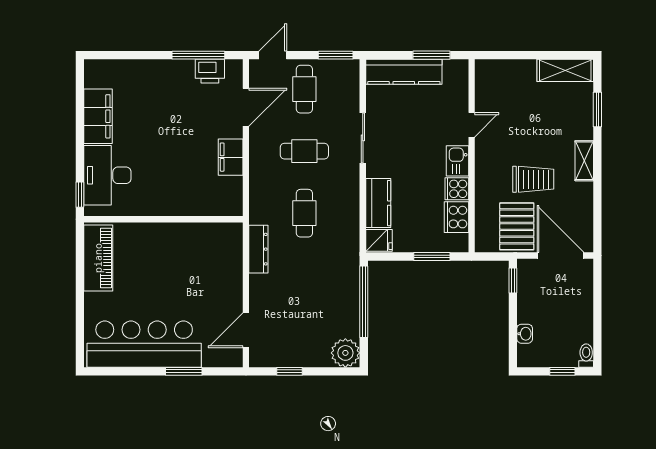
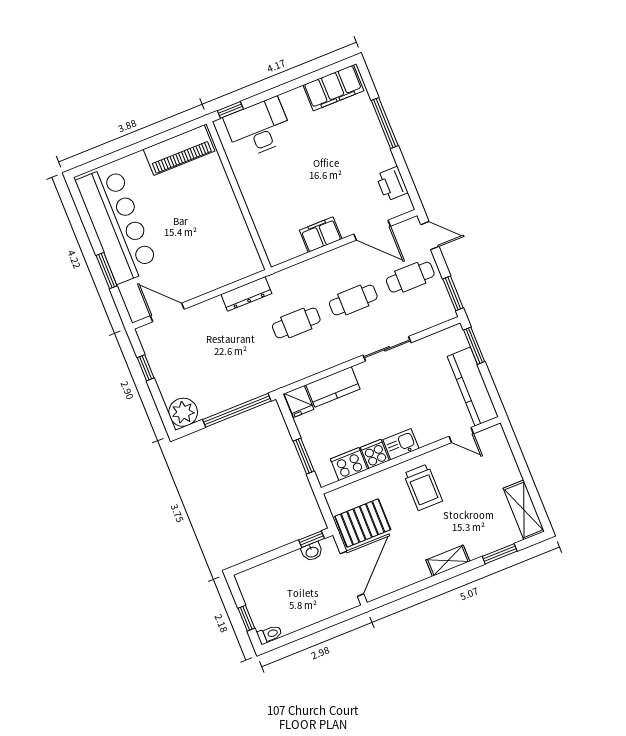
window: (198, 55) -> (385, 123), moved
window: (431, 55) -> (474, 346), moved
kitchen counter: (404, 72) -> (473, 387), moved
filing cabinet: (98, 116) -> (333, 88), moved
door: (472, 125) -> (461, 435), moved
cafe table: (304, 151) -> (353, 300), turned 90
trolley: (533, 179) -> (423, 487), moved
washbasin: (525, 334) -> (312, 552), moved

